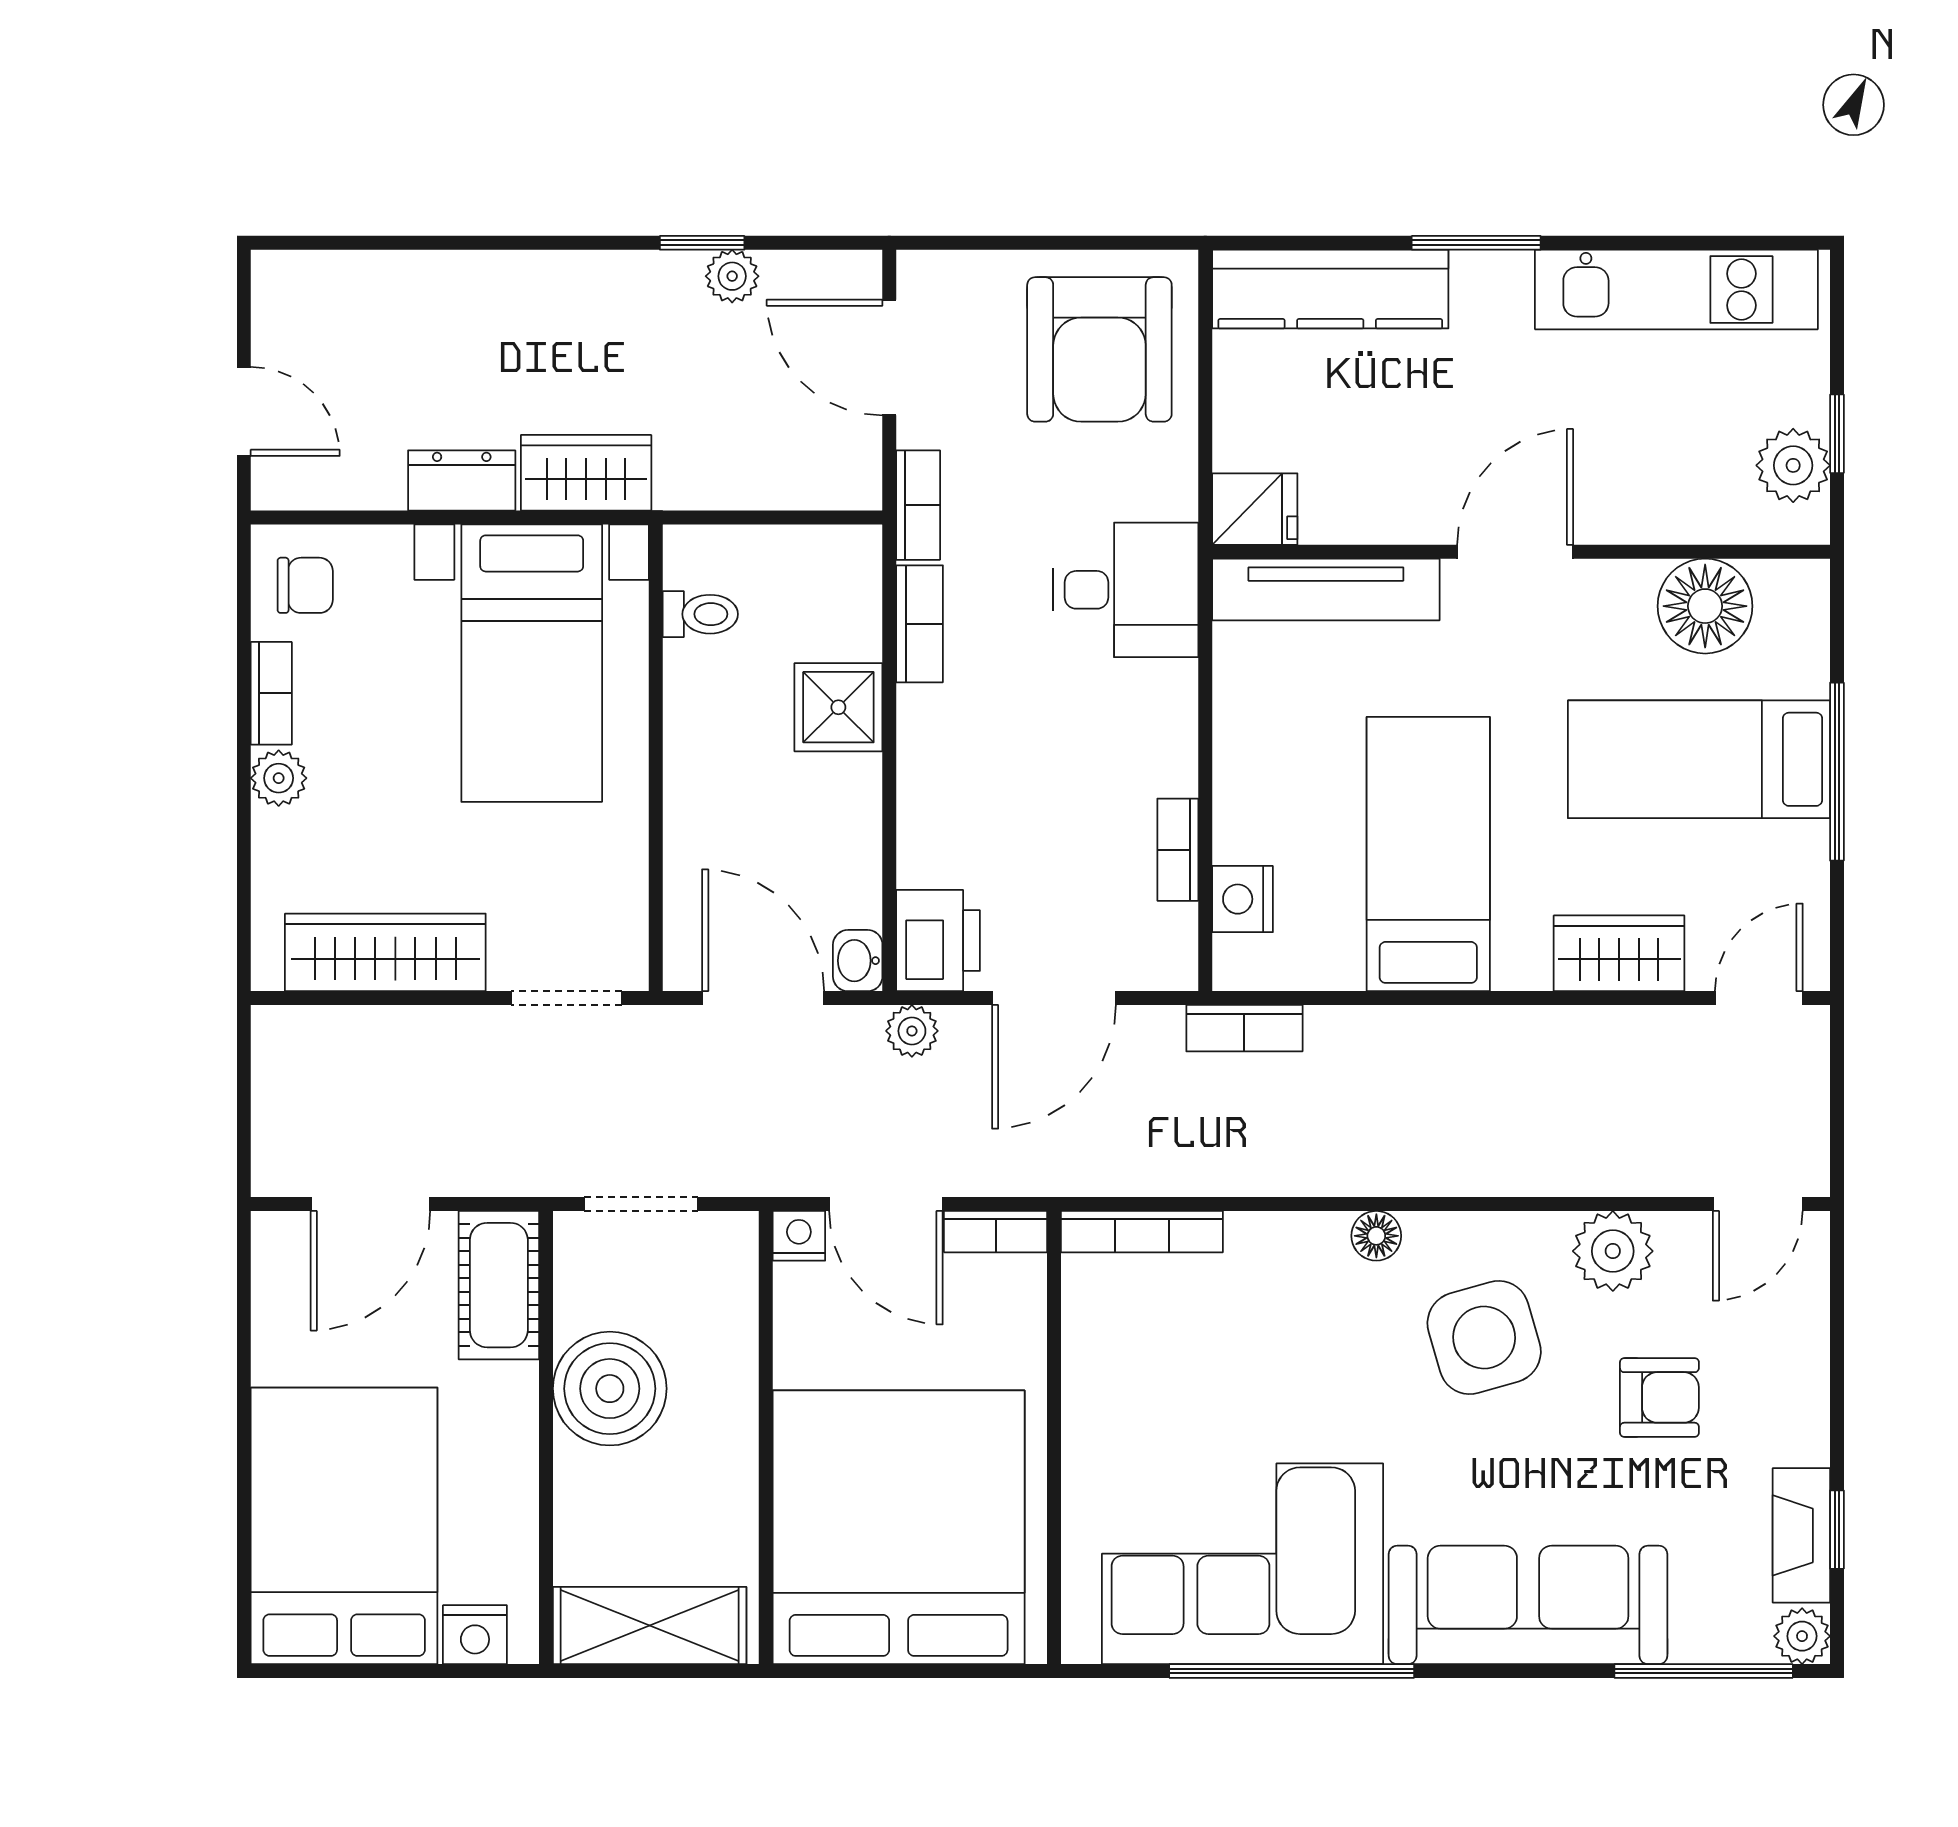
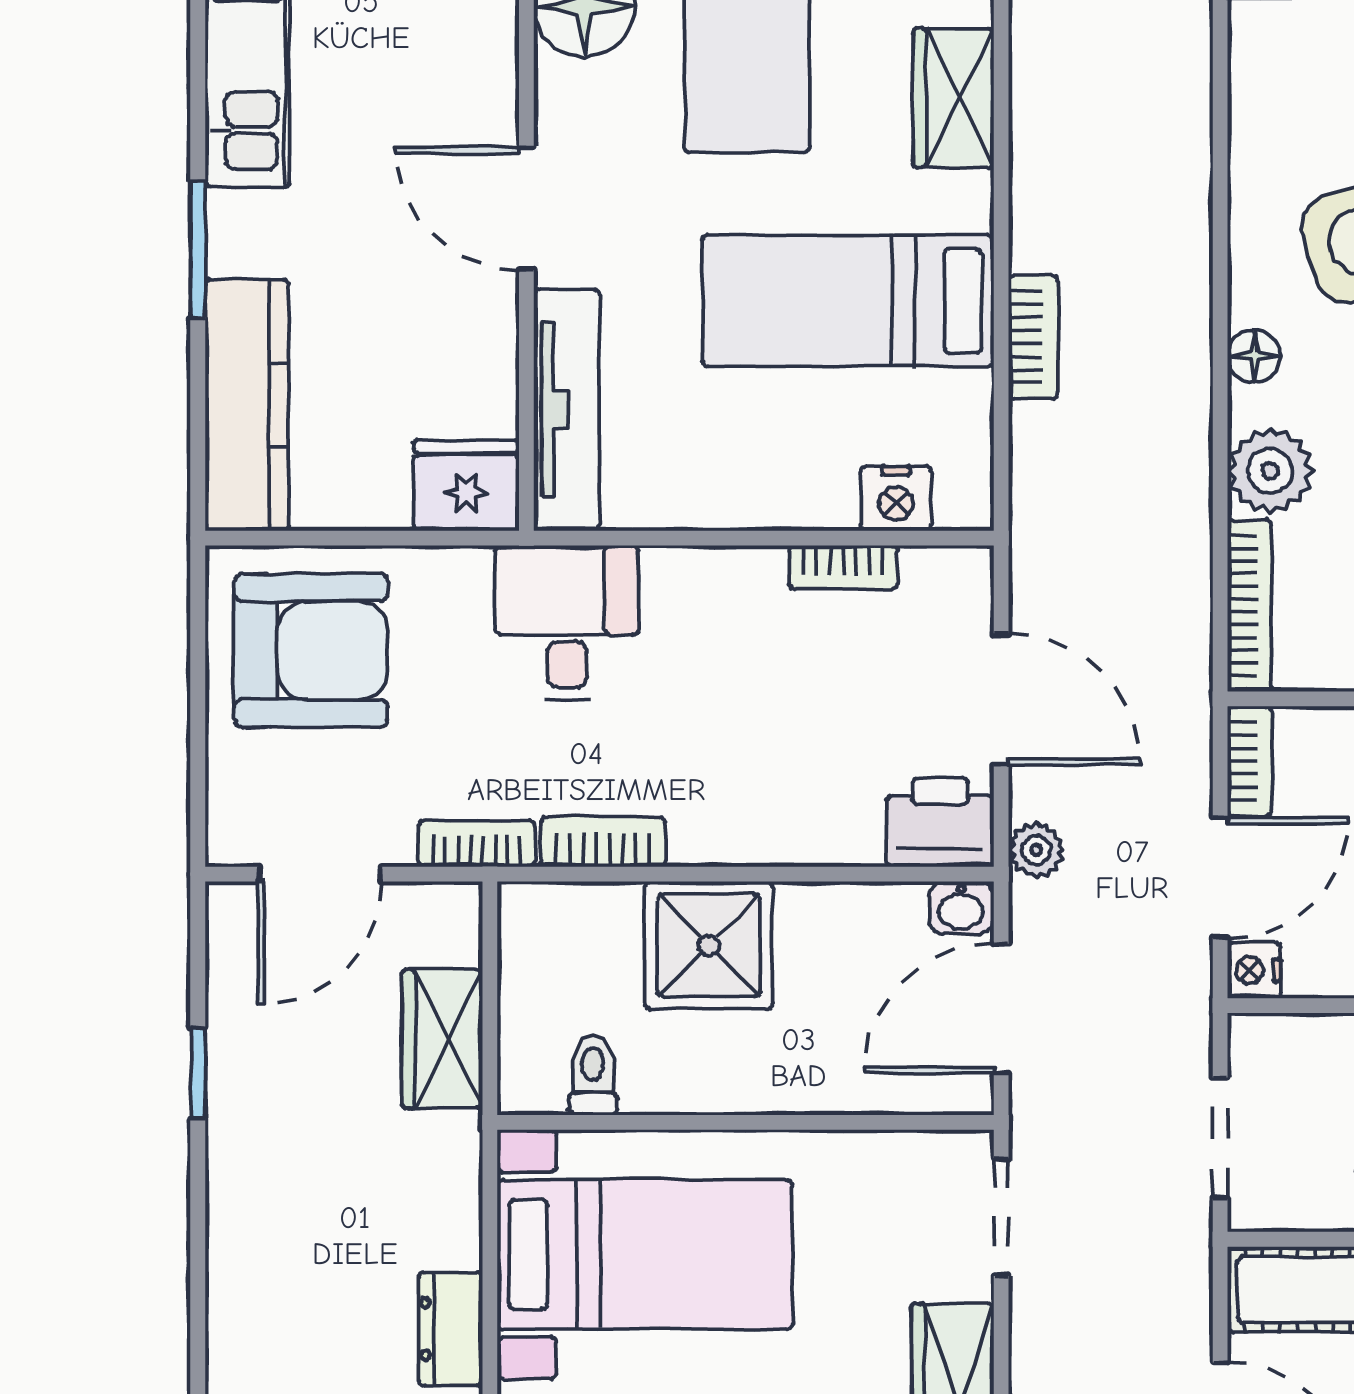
plant: (732, 276) -> (233, 1041), removed
wardrobe: (586, 473) -> (442, 1039), moved
fridge: (1255, 509) -> (466, 485), width x1.38
shower: (838, 707) -> (709, 945), width x1.36, depth x1.36
bookcase: (1244, 1028) -> (1033, 337), moved
plant: (1613, 1251) -> (1270, 471), moved

